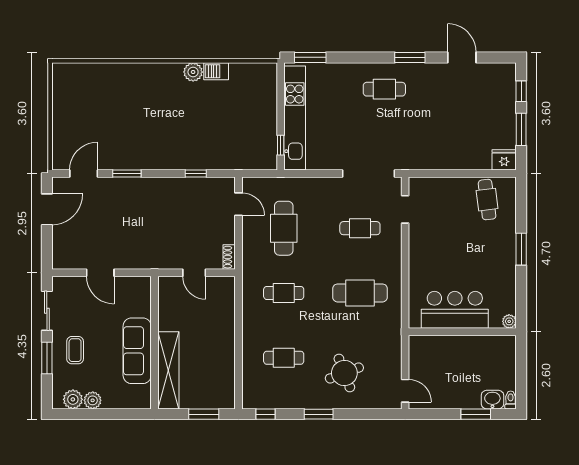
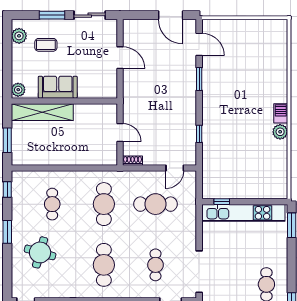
barbecue: (216, 71) -> (281, 113), moved
door: (100, 273) -> (120, 58), swing flipped
door: (194, 273) -> (120, 133), swing flipped
cafe table: (284, 293) -> (104, 204), width x1.37, depth x1.35
coffee table: (75, 350) -> (46, 45), moved
sofa: (137, 351) -> (58, 87), width x0.73
round table: (344, 373) -> (40, 252), turned 37
plant: (93, 400) -> (18, 90), moved

